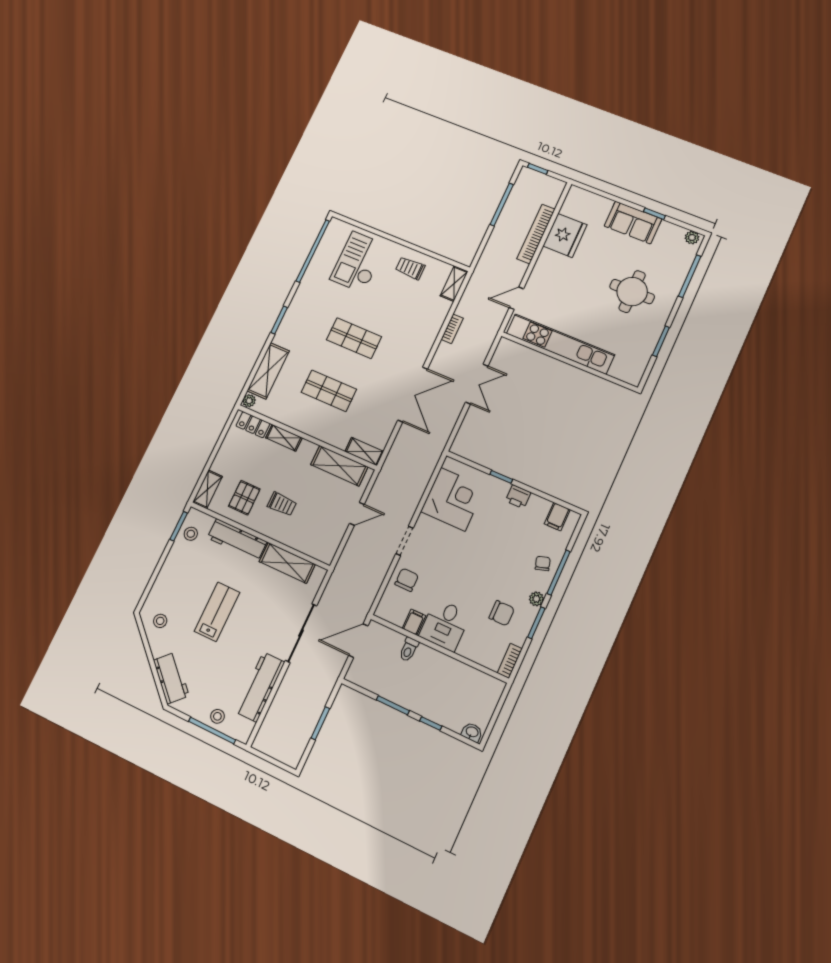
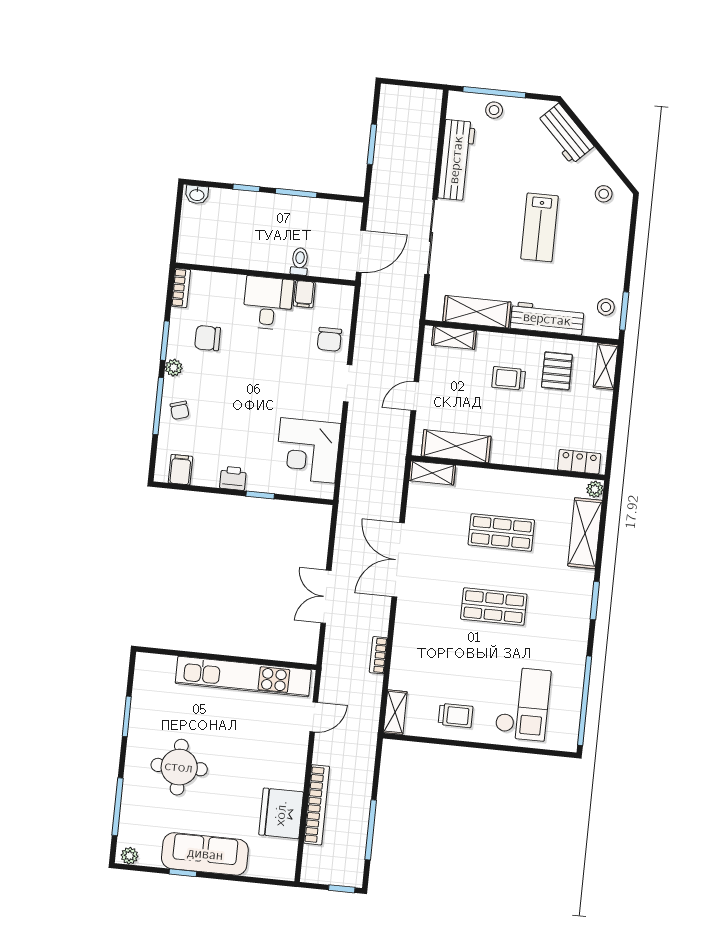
sofa: (633, 223) -> (205, 854), width x1.36
shelving: (284, 438) -> (454, 338), moved

